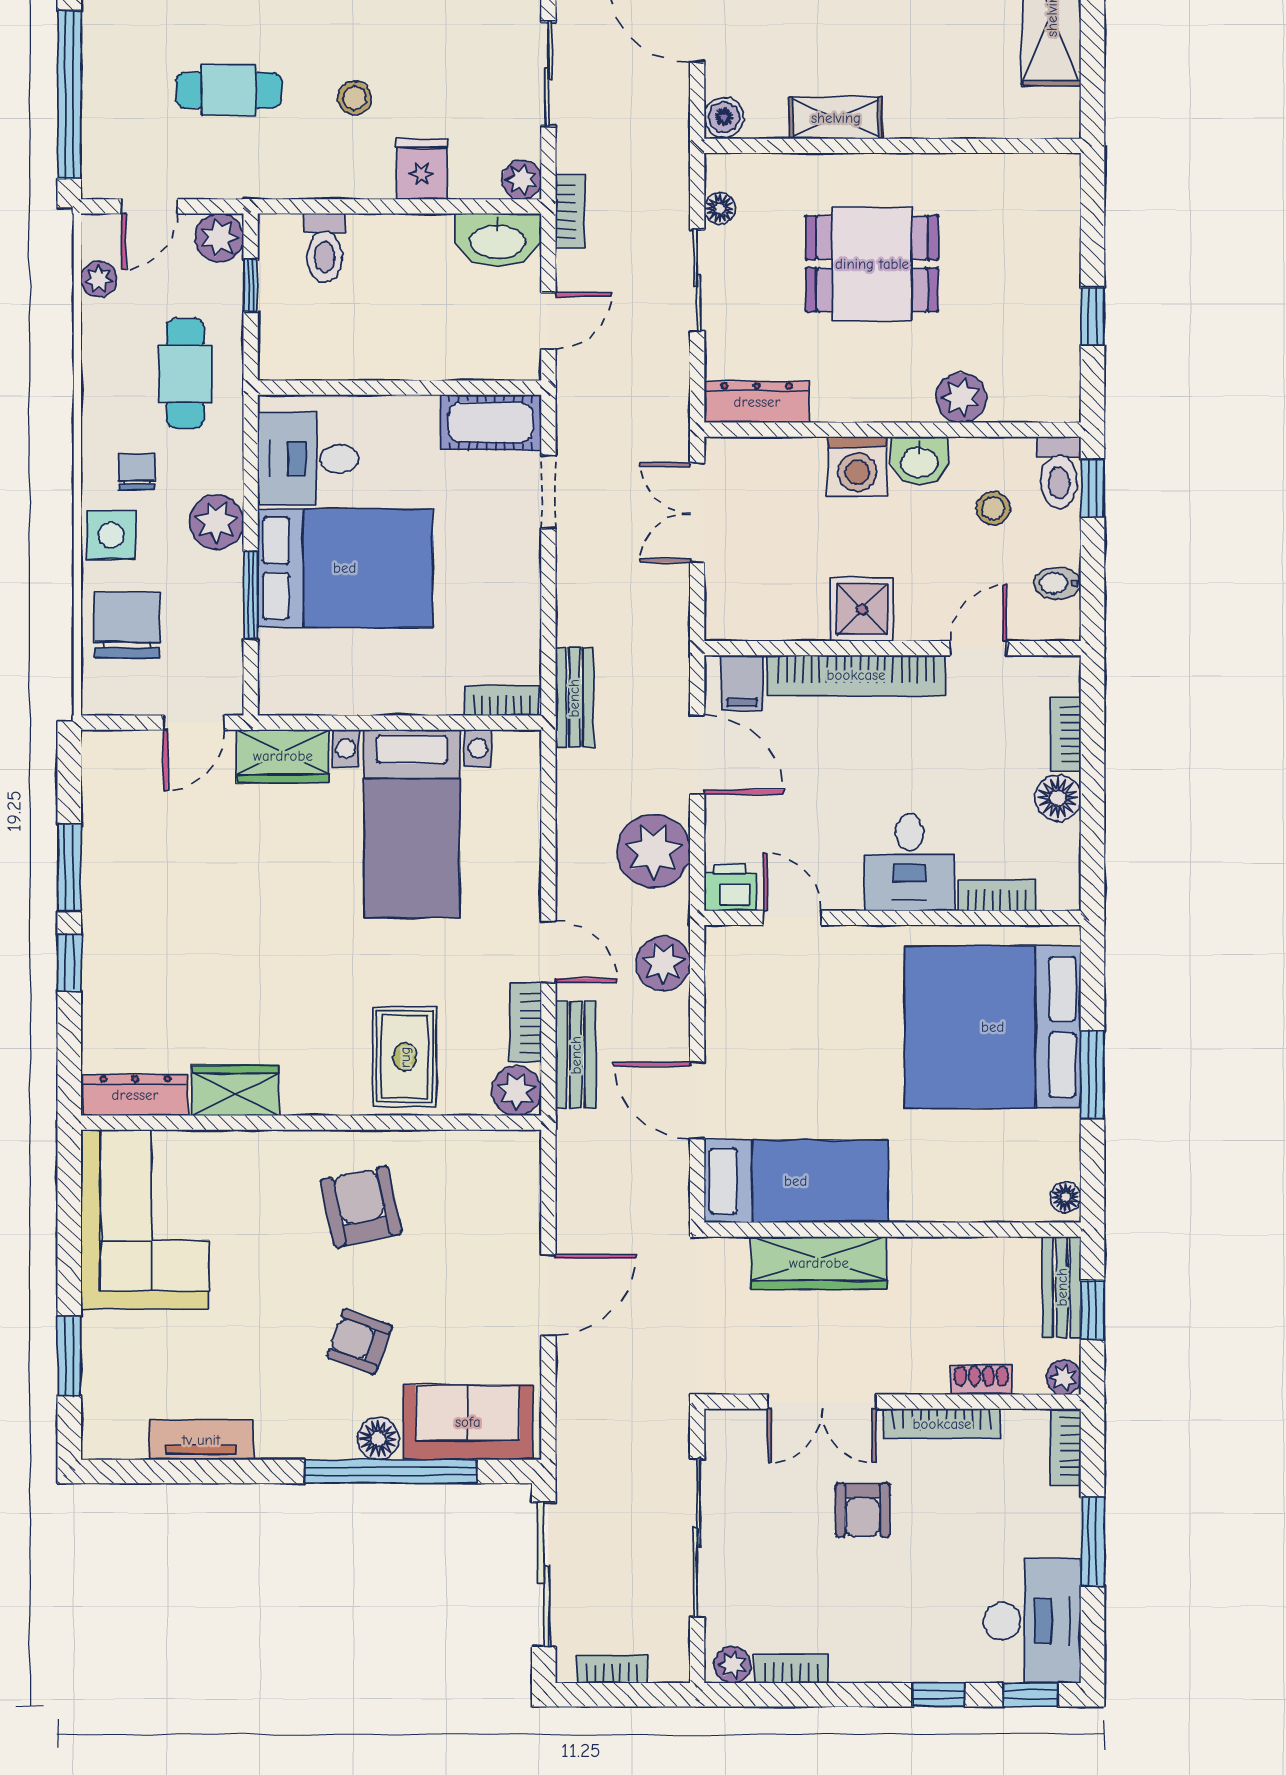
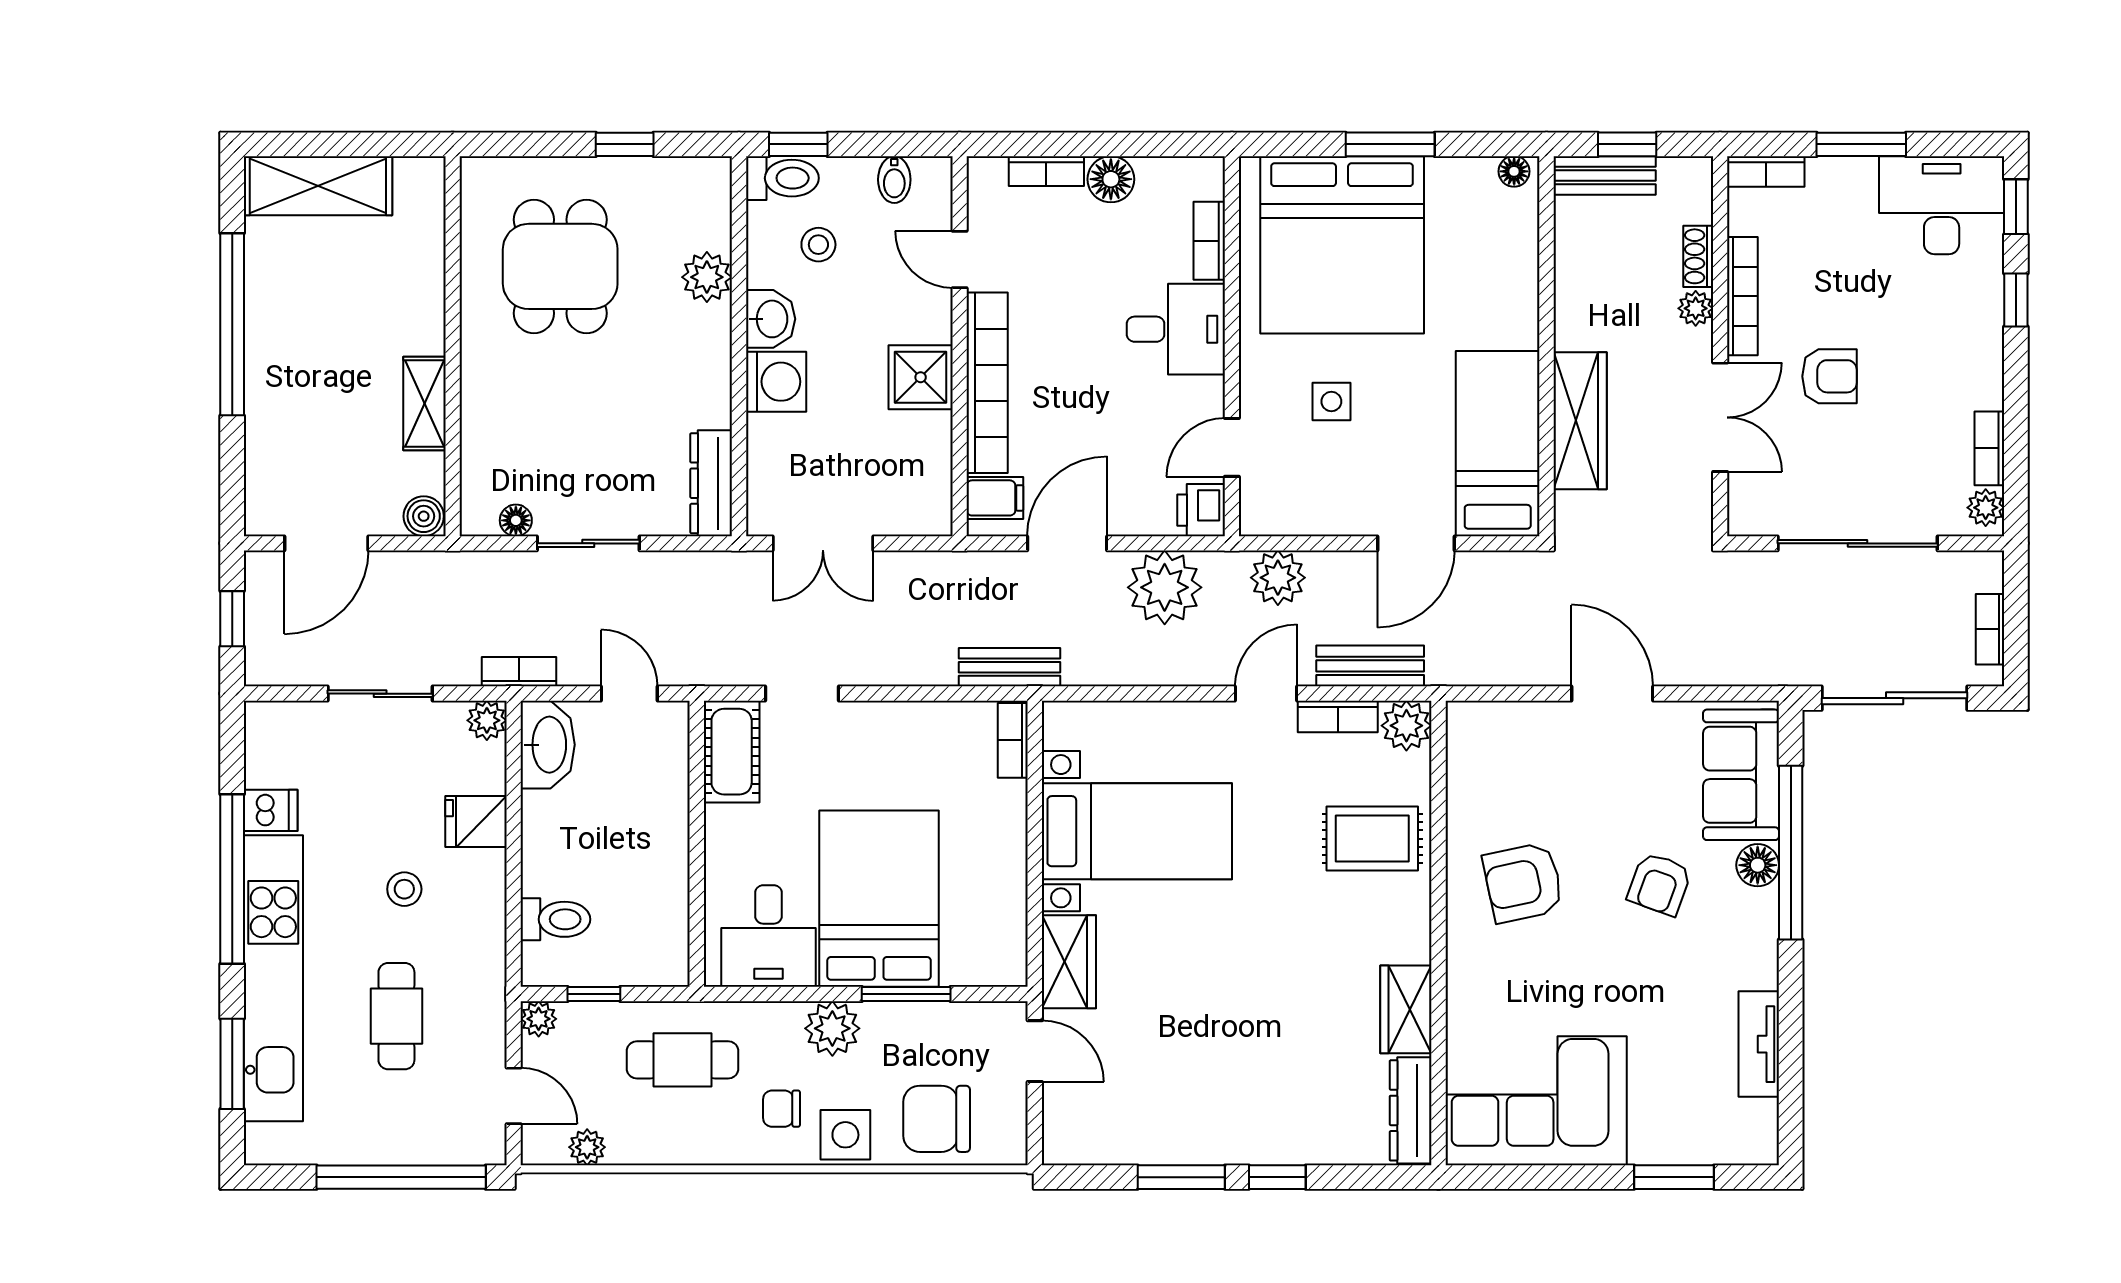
plant: (219, 238) -> (539, 1019), width x0.73, depth x0.73
dining table: (872, 264) -> (560, 266), moved
side table: (838, 1016) -> (1331, 401), added
plant: (1064, 1377) -> (1696, 308), moved

